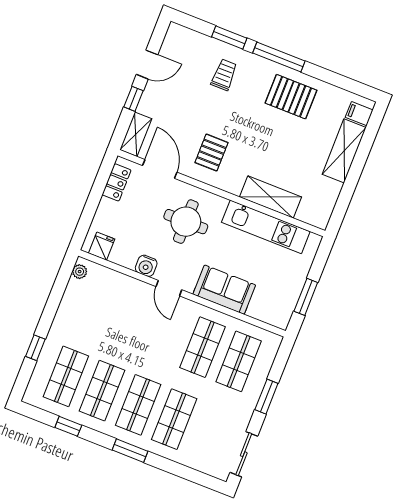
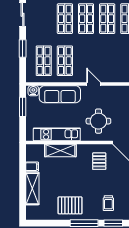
filing cabinet: (359, 114) -> (32, 167), moved
water cooler: (146, 266) -> (33, 91), moved
sofa: (224, 290) -> (60, 94), width x1.36

